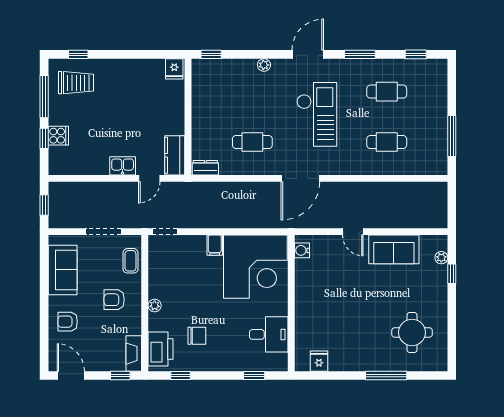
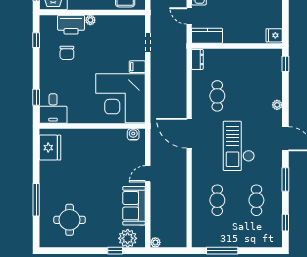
checkout: (317, 114) -> (239, 146), turned 90
plant: (441, 222) -> (155, 242), added
doorway: (165, 232) -> (148, 43), moved
plant: (441, 258) -> (128, 238), width x1.87, depth x1.87
desk: (269, 334) -> (53, 109), moved
printer: (160, 349) -> (71, 25), moved
fridge: (319, 361) -> (50, 148), width x1.88, depth x1.34

